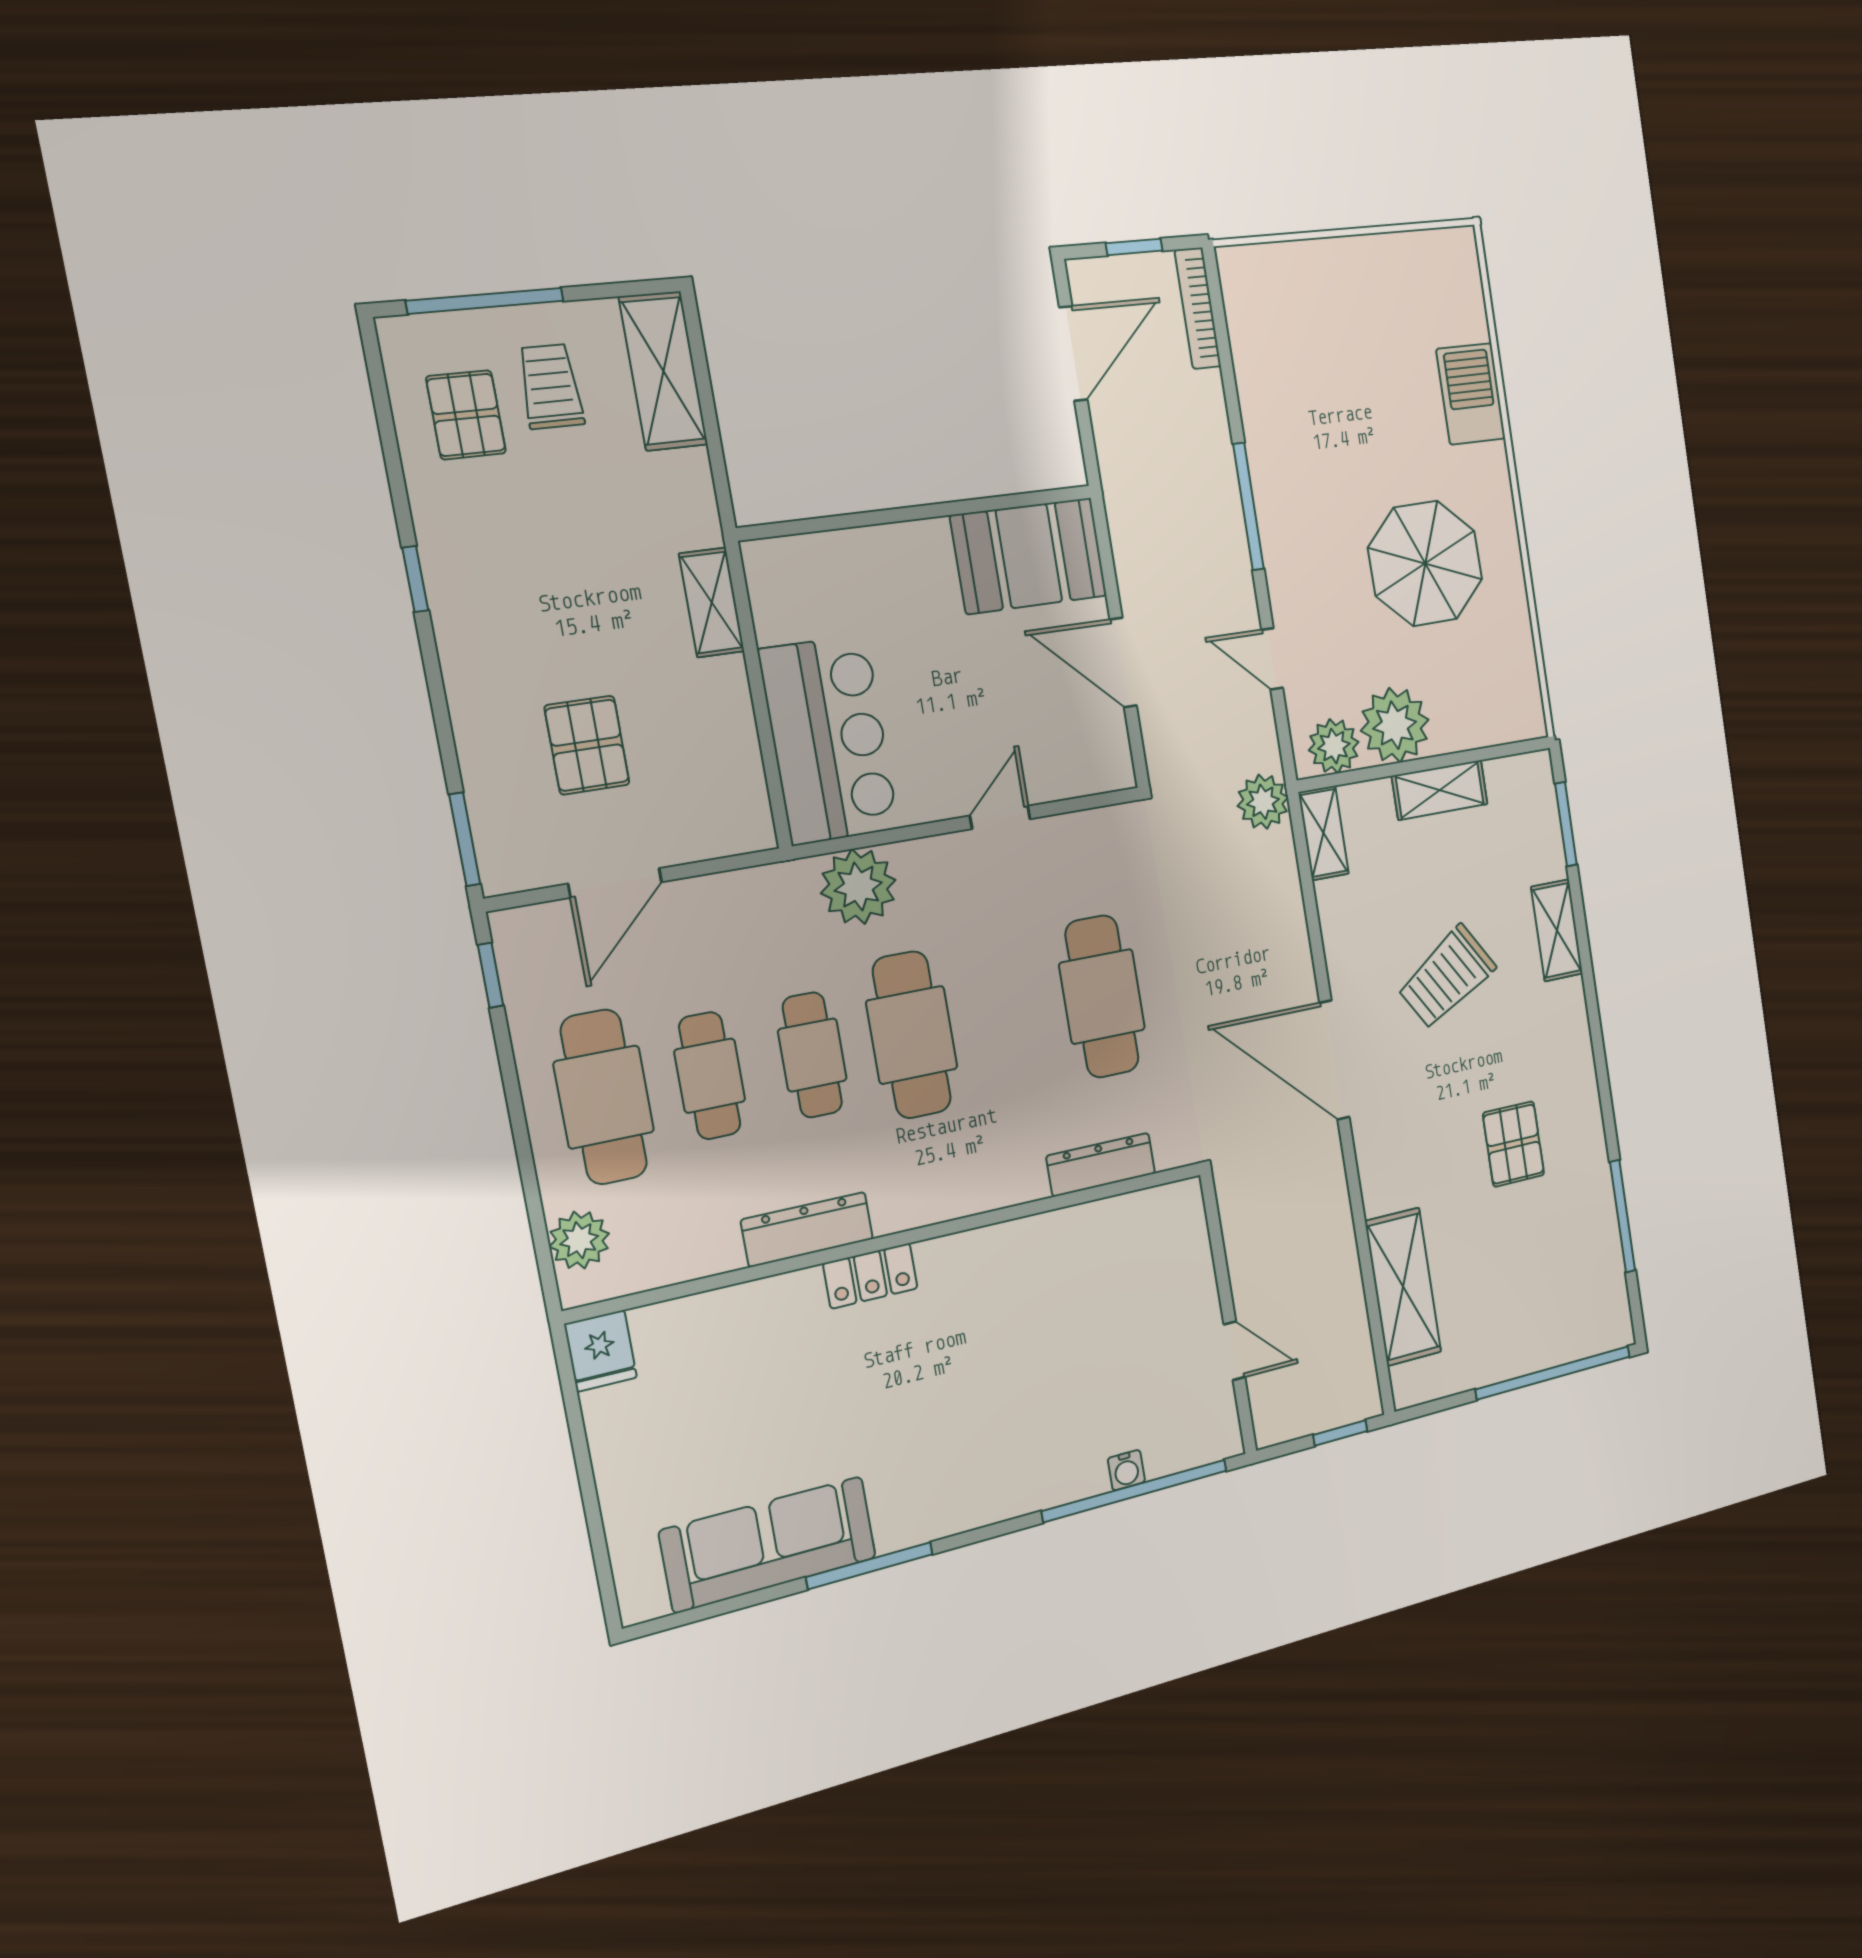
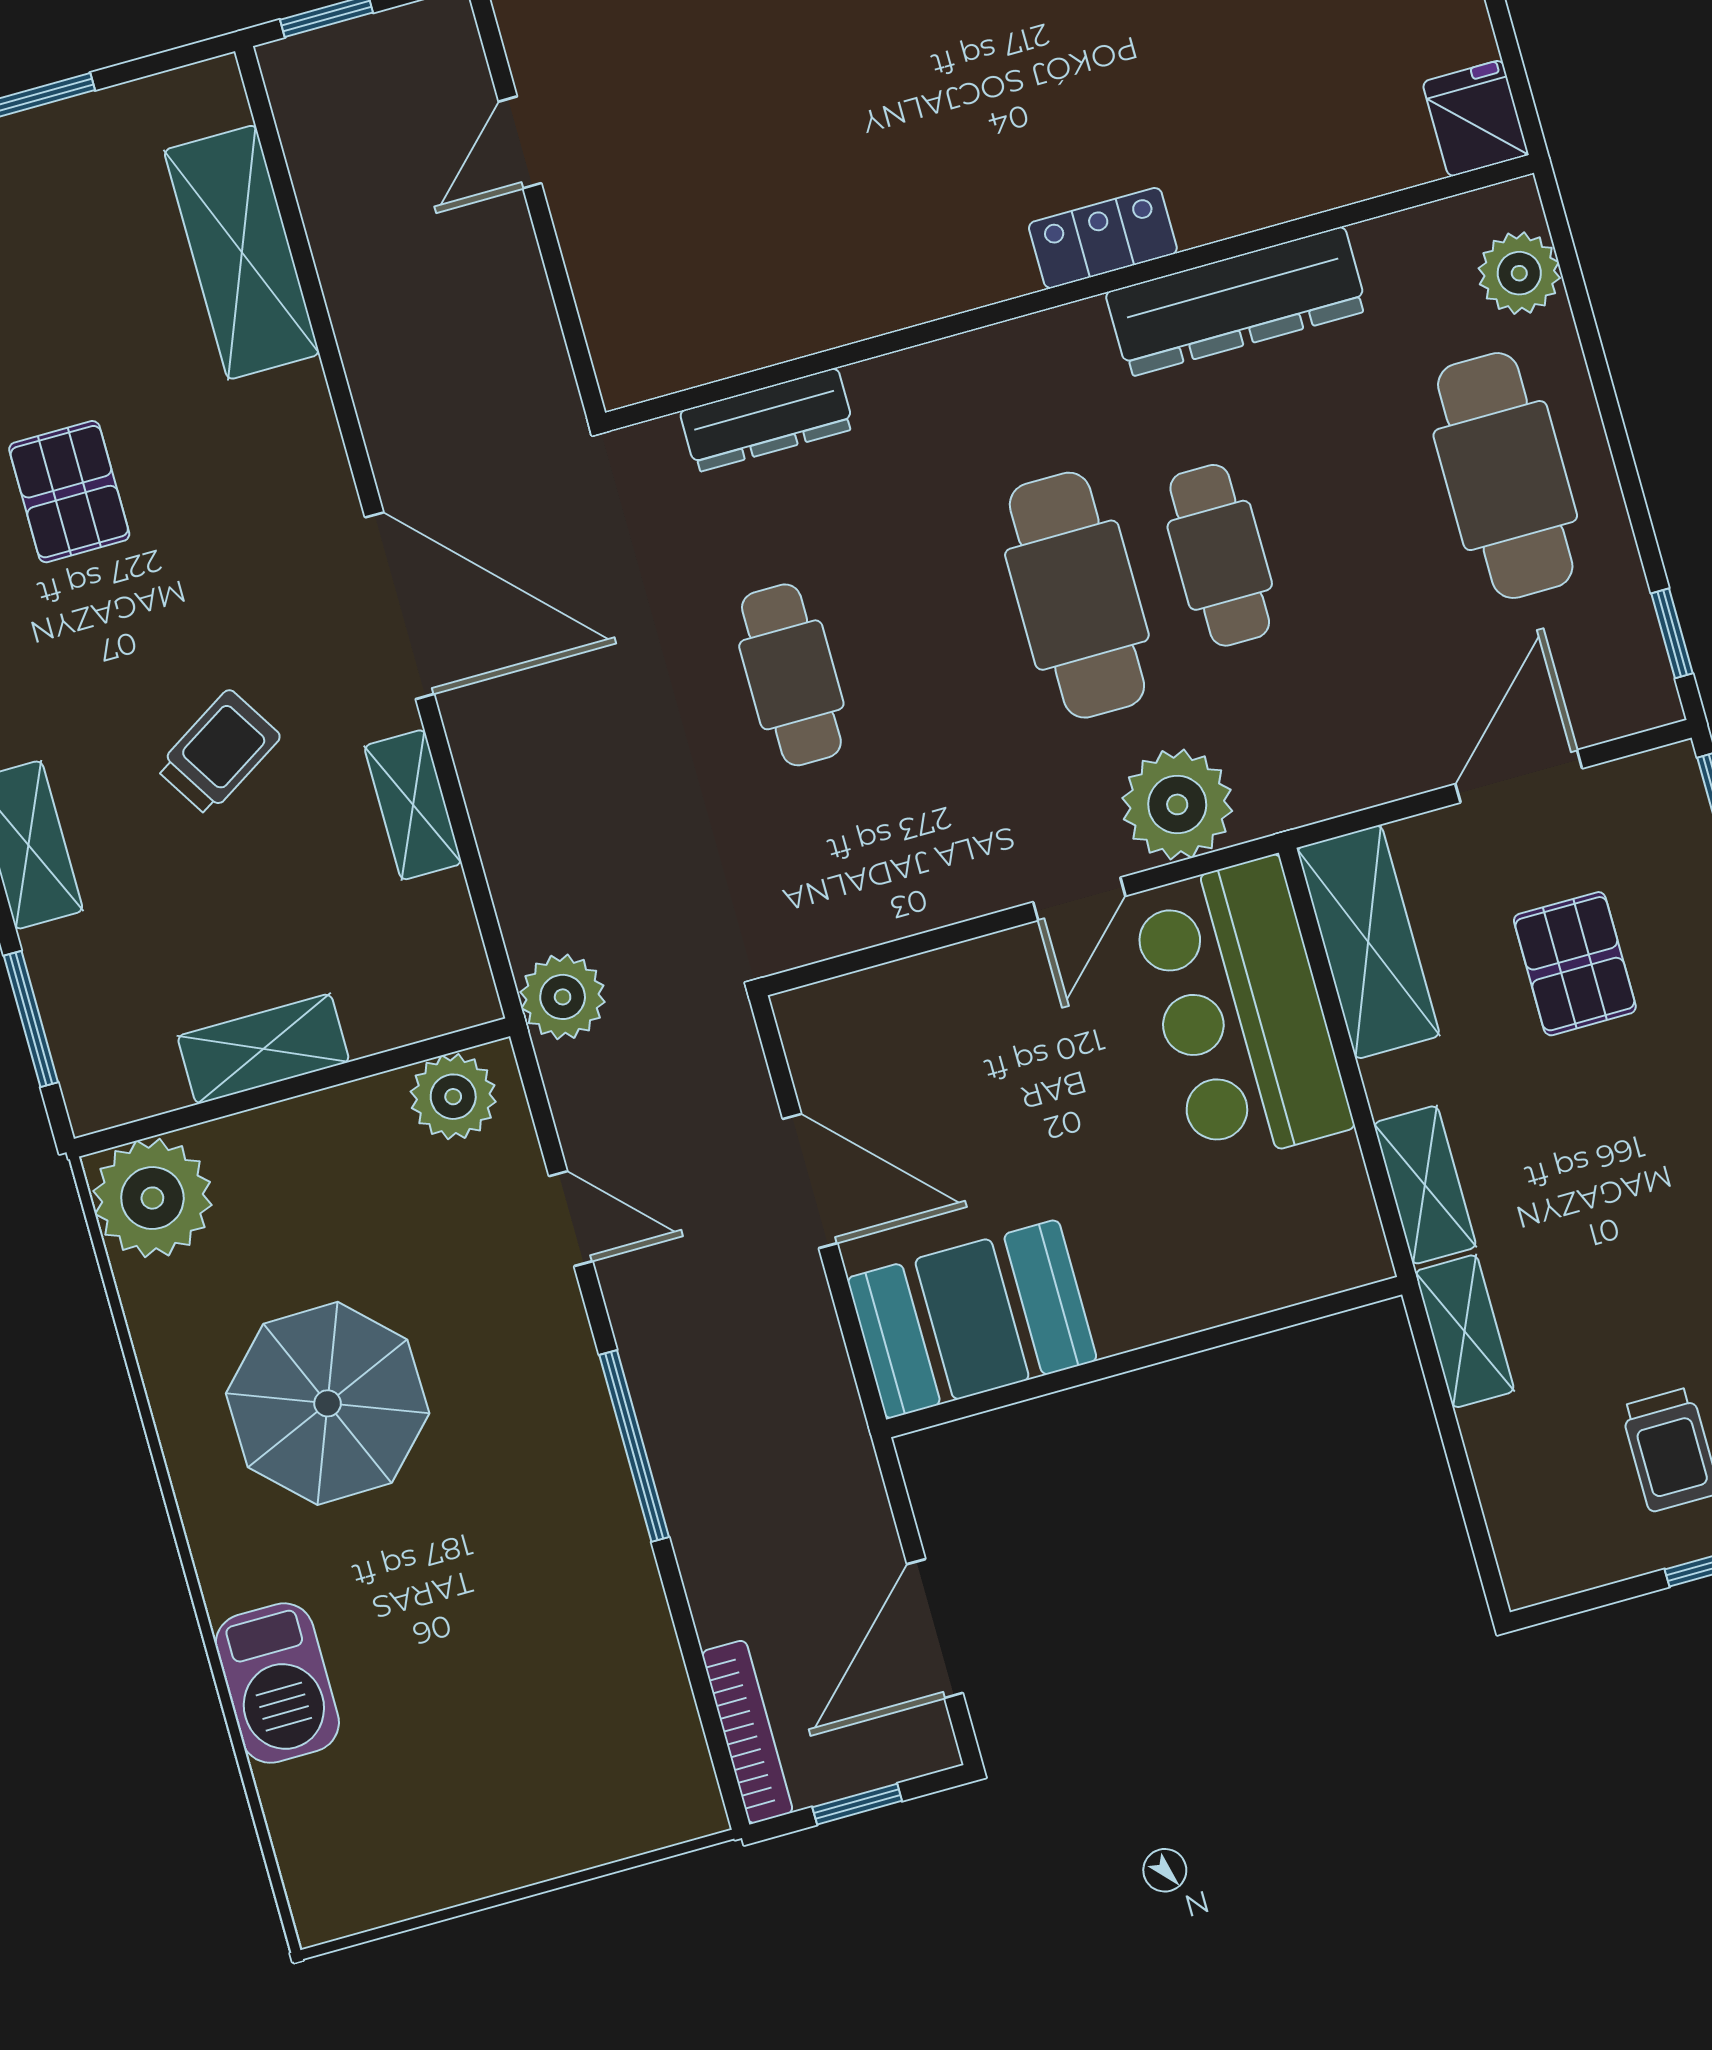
shelving: (663, 371) -> (1465, 1331), moved, width x0.67, depth x0.75
plant: (1395, 725) -> (152, 1198), moved
shelving: (735, 778) -> (1368, 942), added
door: (1000, 817) -> (1079, 899), moved
shelving: (1324, 833) -> (413, 805), moved
trolley: (1447, 977) -> (219, 752), width x0.73, depth x0.72
cafe table: (1102, 996) -> (791, 675), width x0.73, depth x0.74
cafe table: (710, 1076) -> (1362, 515), removed
dresser: (807, 1229) -> (1236, 302), width x1.37, depth x1.24
door: (1234, 1351) -> (520, 142), hinge flipped

